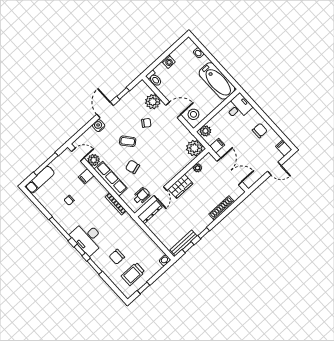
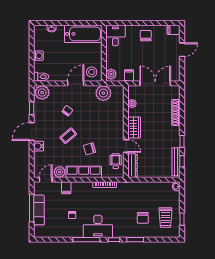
plant: (153, 102) -> (42, 93), moved
door: (105, 110) -> (32, 131), hinge flipped
plant: (194, 148) -> (103, 93), moved
exam couch: (40, 180) -> (39, 210), moved
desk: (88, 238) -> (98, 226), moved

